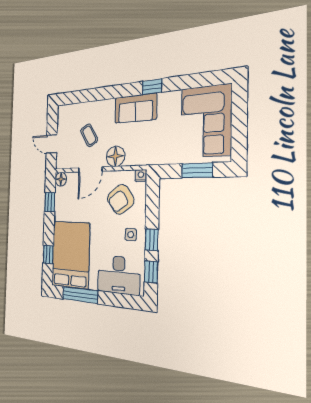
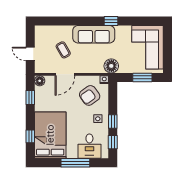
sofa: (136, 108) -> (94, 34), width x1.36
floor lamp: (116, 156) -> (111, 66), moved
desk: (119, 275) -> (89, 146), width x0.73
window: (80, 295) -> (75, 163), moved

